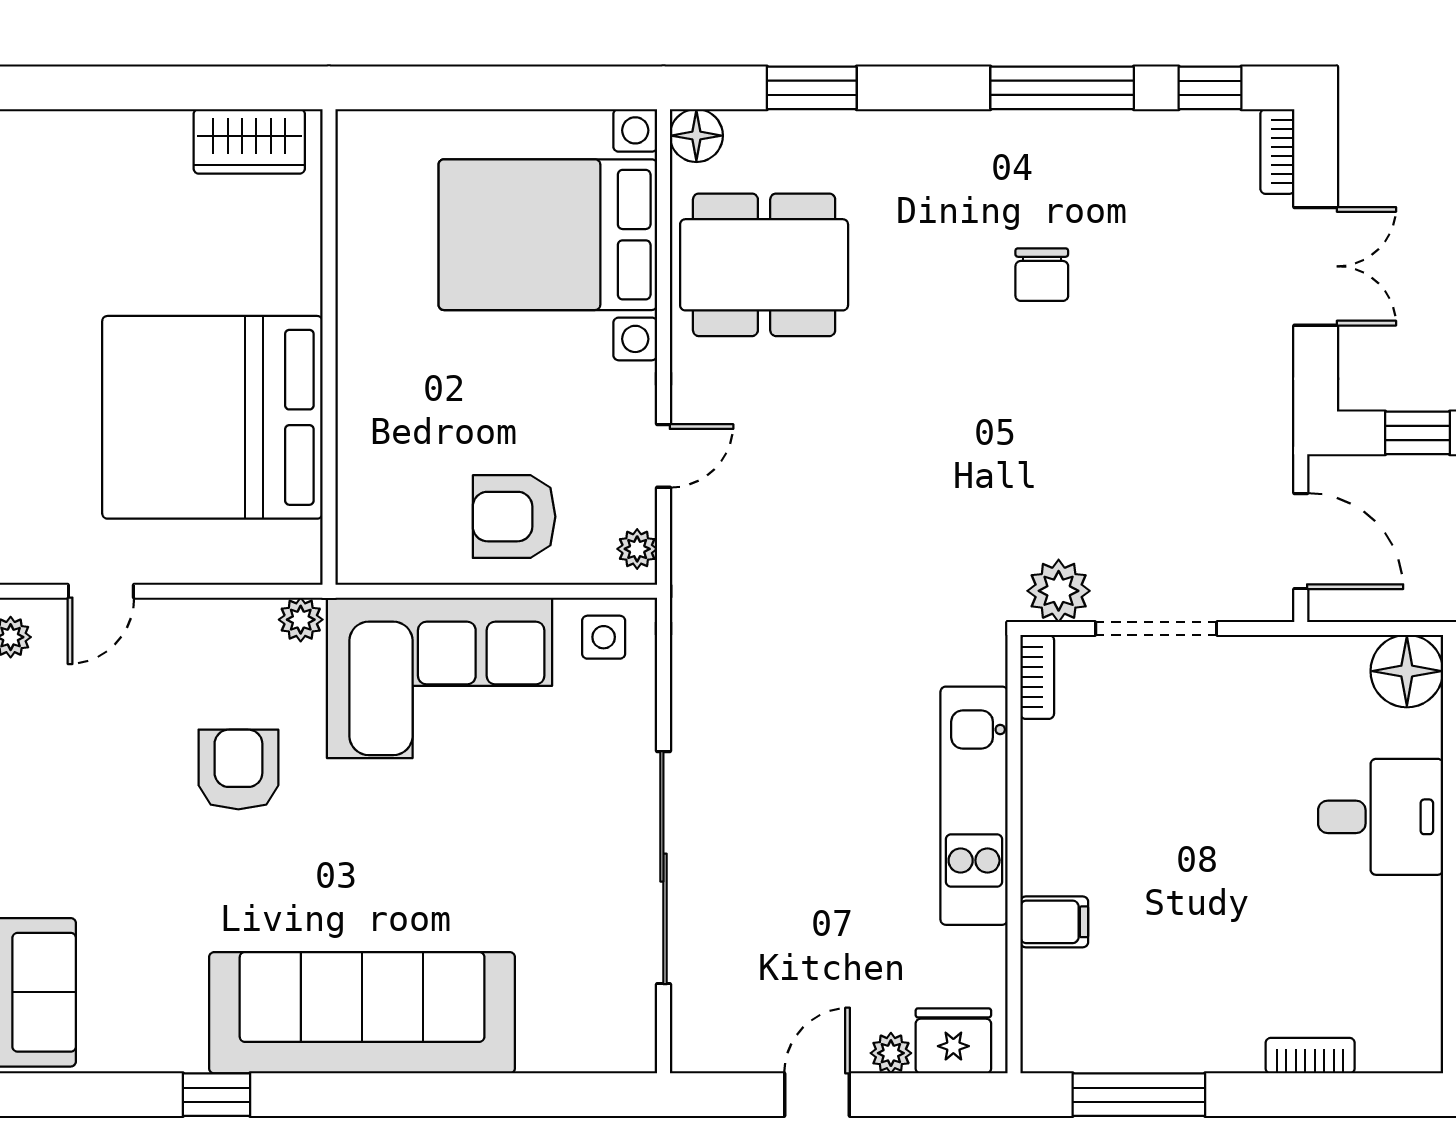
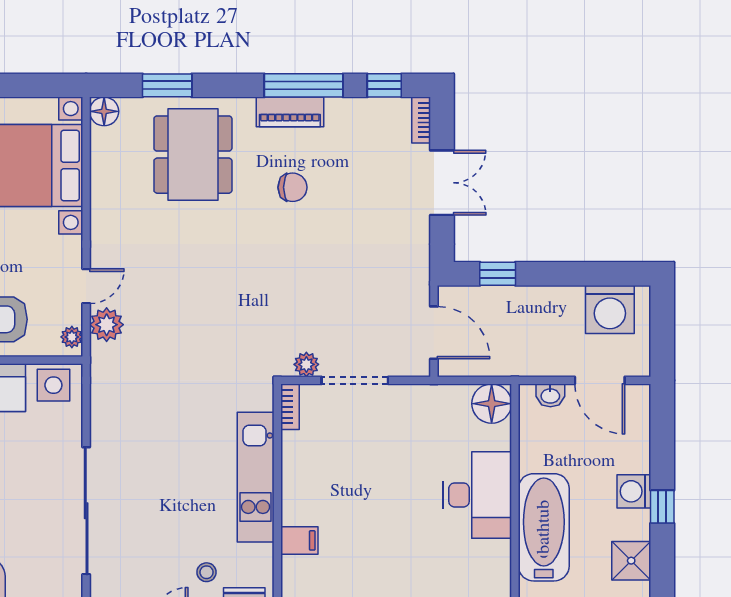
piano: (1037, 137) -> (290, 112), added
dining table: (764, 265) -> (193, 155), moved, turned 90
chair: (1042, 275) -> (293, 187), turned -90
plant: (701, 526) -> (107, 325), added
plant: (1059, 591) -> (306, 364), width x0.73, depth x0.73
side table: (604, 637) -> (53, 385), width x1.37, depth x1.37
desk: (1381, 817) -> (477, 495), width x1.37
stool: (884, 980) -> (206, 572), added

